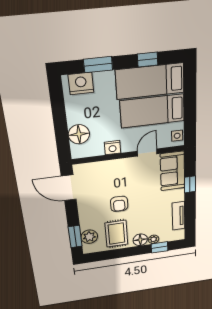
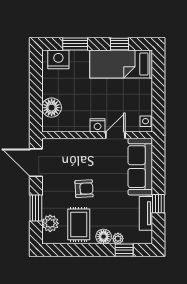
bed: (152, 111) -> (122, 93), removed
nightstand: (112, 148) -> (98, 125), moved
sofa: (172, 171) -> (140, 167), width x1.36
window: (190, 184) -> (158, 204), moved
armchair: (119, 204) -> (84, 189), turned -93
window: (75, 237) -> (36, 208), moved

